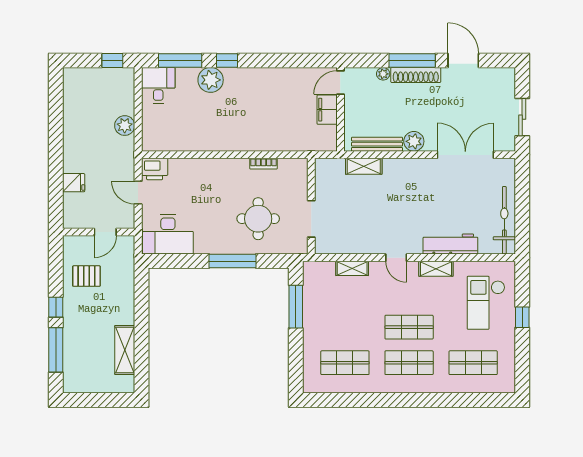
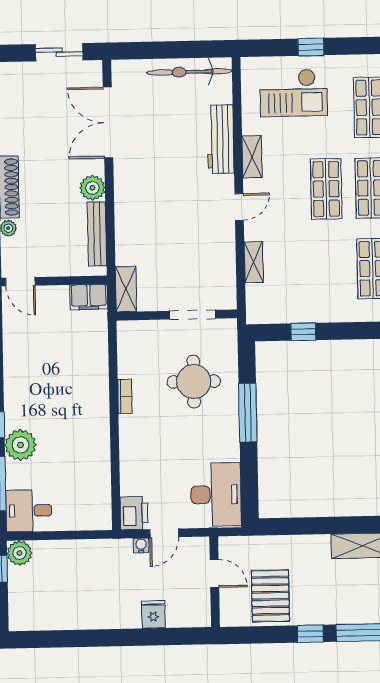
filing cabinet: (327, 110) -> (89, 297), moved
plant: (125, 126) -> (19, 553), moved
bookcase: (264, 164) -> (125, 396), moved
shelving: (364, 166) -> (126, 289), moved
water cooler: (129, 174) -> (141, 545), added
pallet: (86, 276) -> (270, 596), width x1.50, depth x1.42
window: (296, 307) -> (303, 332), width x0.46

